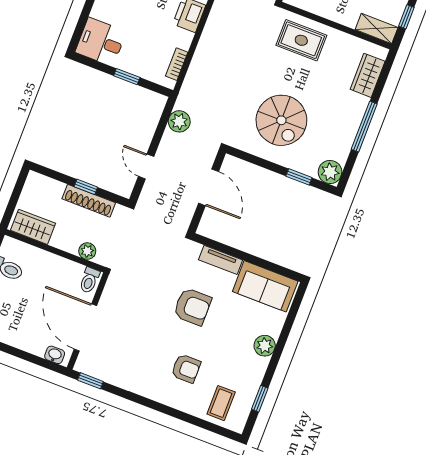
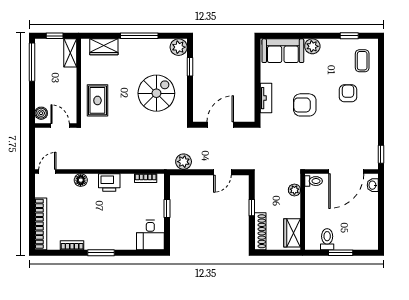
shoe rack: (89, 201) -> (260, 231), moved
sofa: (265, 286) -> (283, 51), moved, turned 90
armchair: (192, 307) -> (305, 105), turned -90
coffee table: (221, 403) -> (362, 61), turned 90

